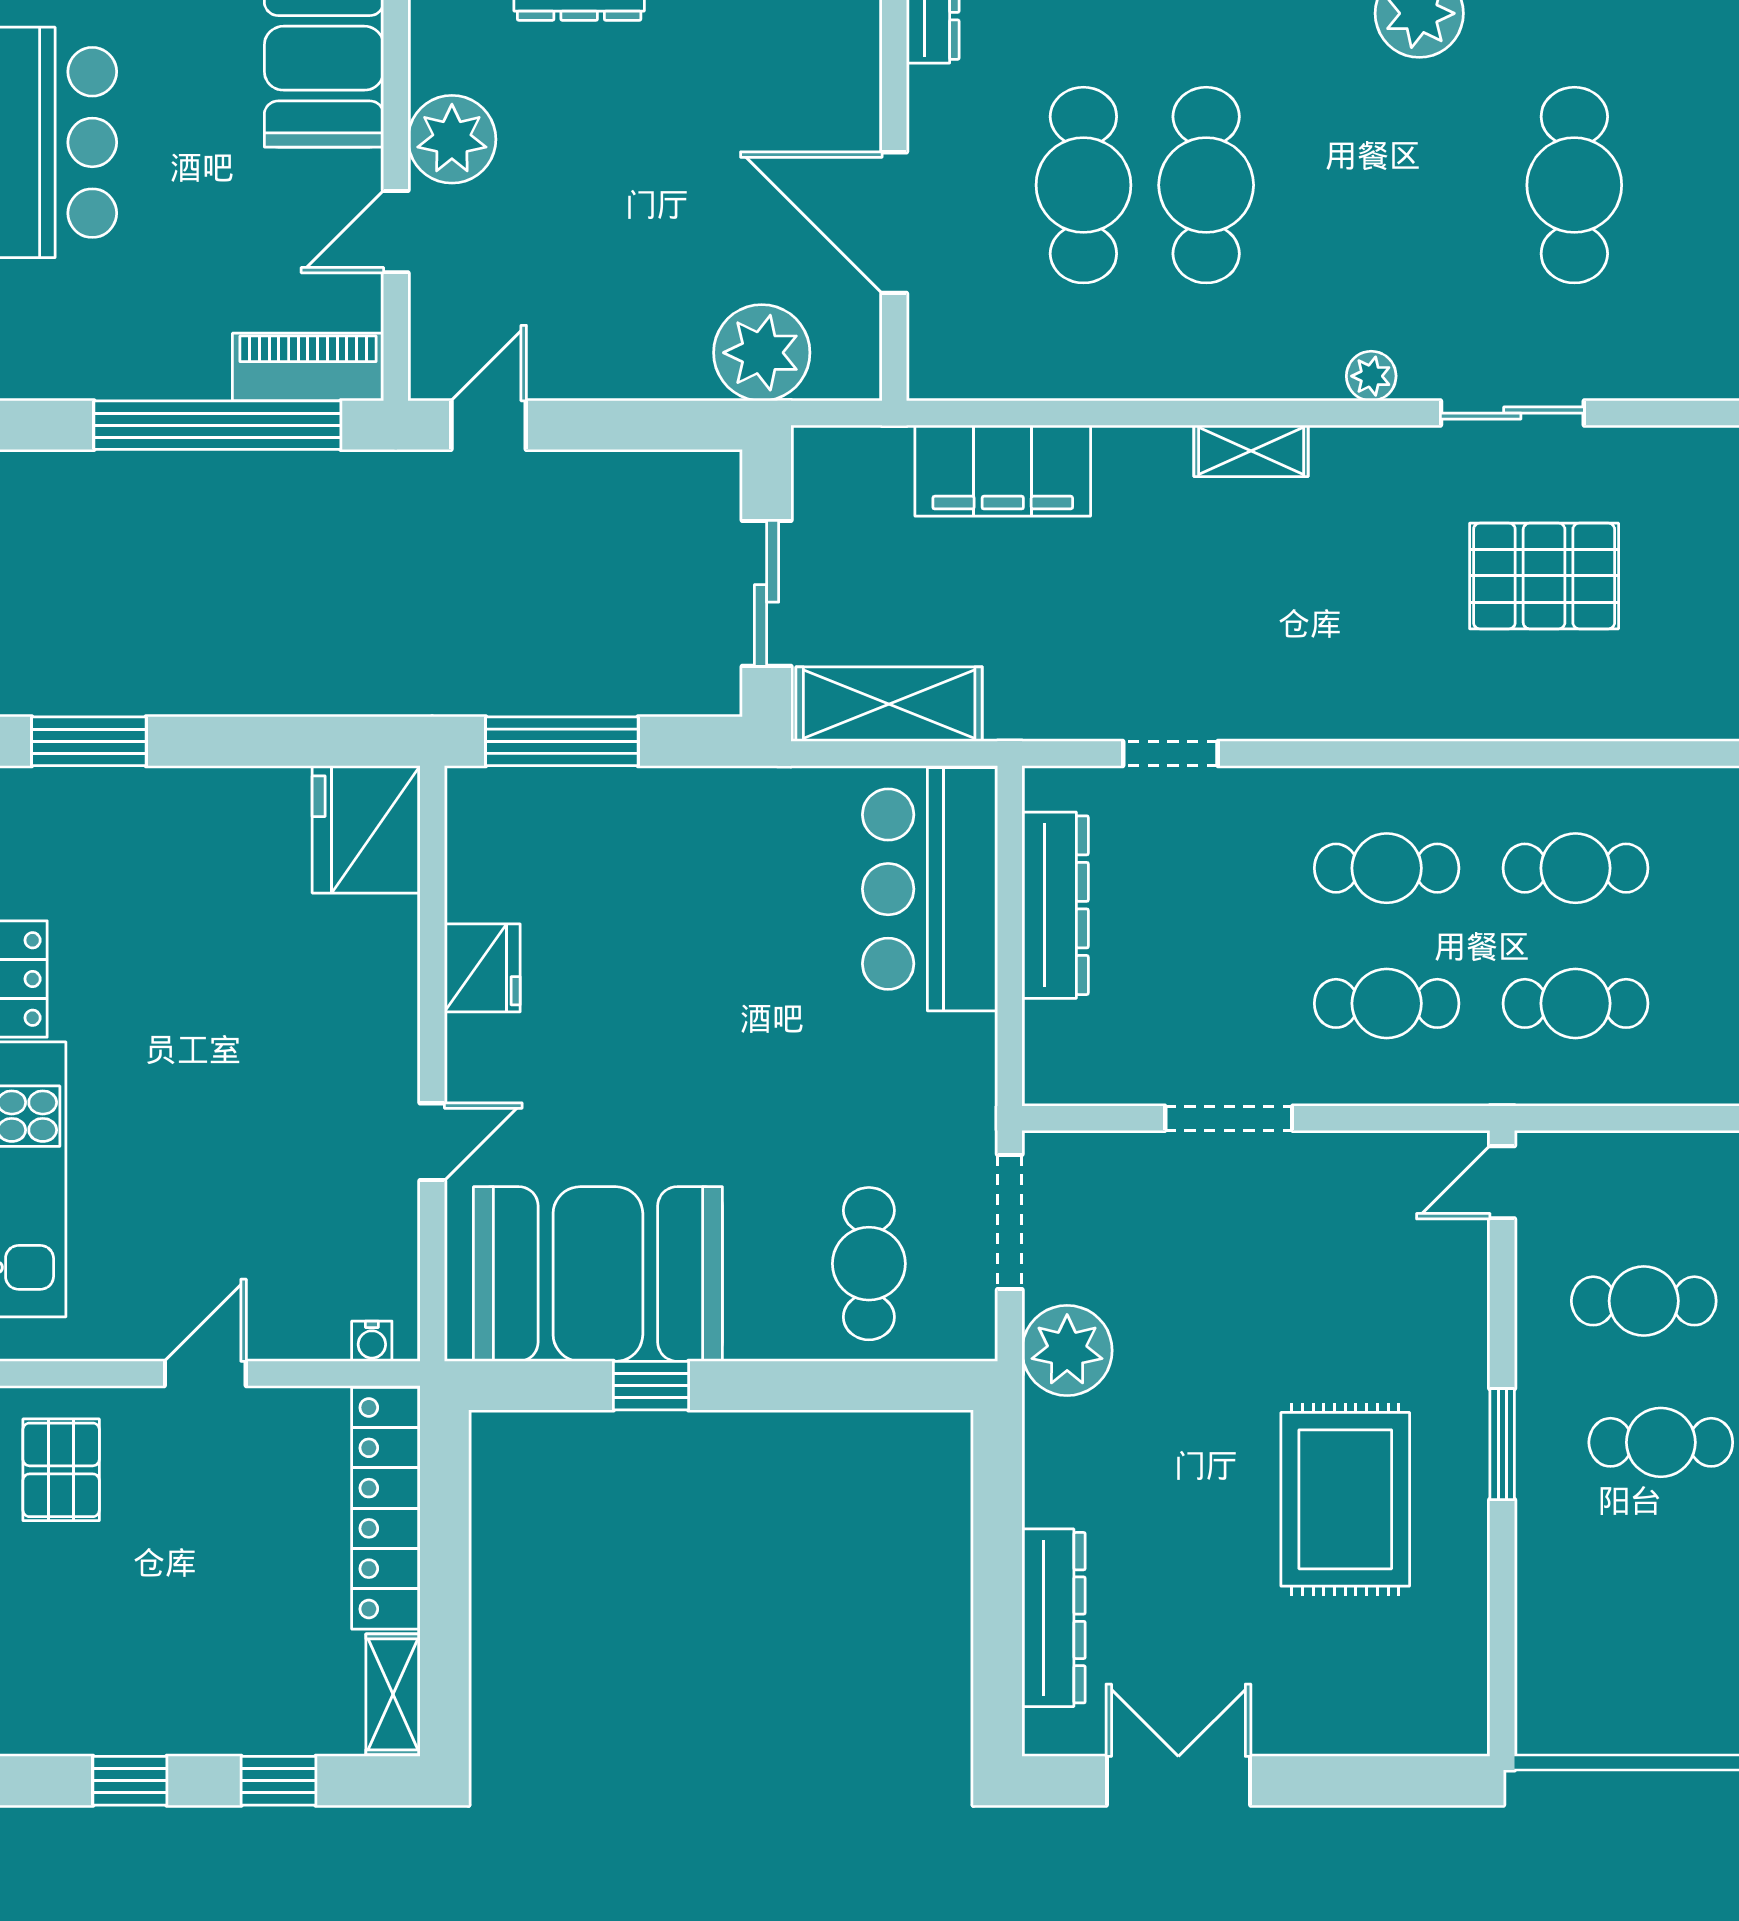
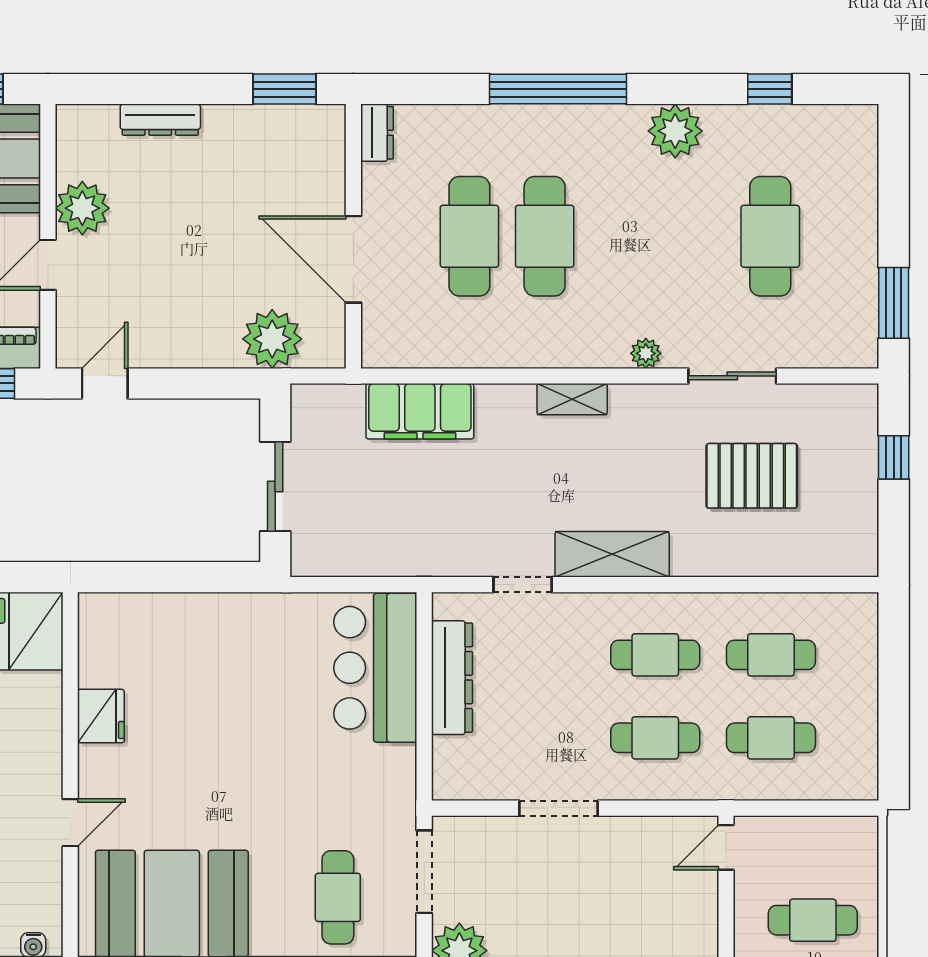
shelving: (889, 704) -> (612, 554), moved
window: (562, 741) -> (150, 577), removed

